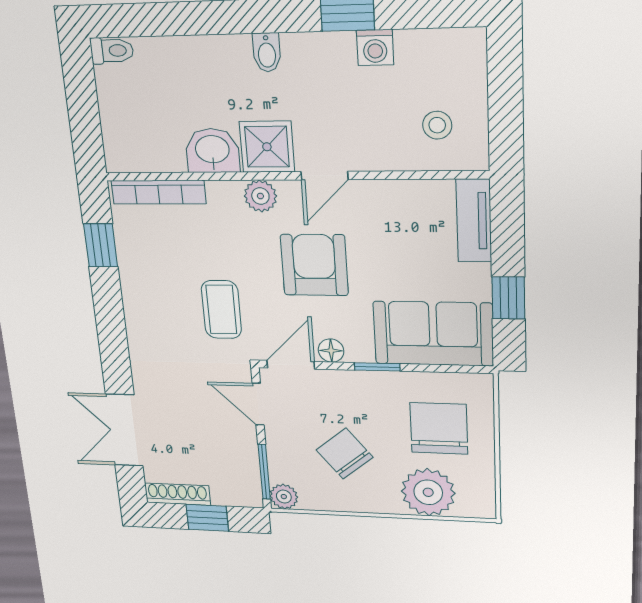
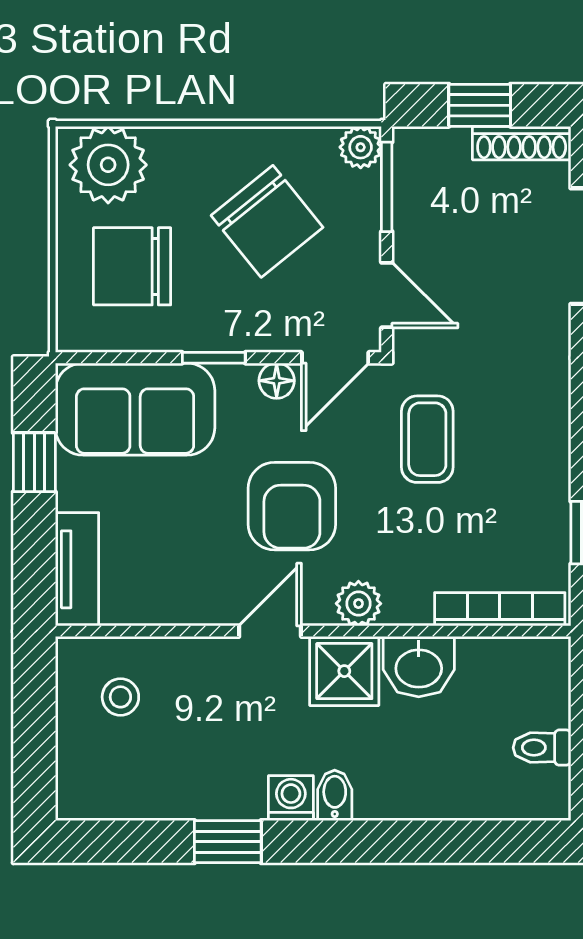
washing machine: (375, 47) -> (291, 798), moved
toilet: (112, 51) -> (542, 748), moved
chair: (439, 428) -> (132, 266), turned 90
chair: (344, 454) -> (267, 221), width x1.37, depth x1.37
plant: (428, 492) -> (108, 165), moved

